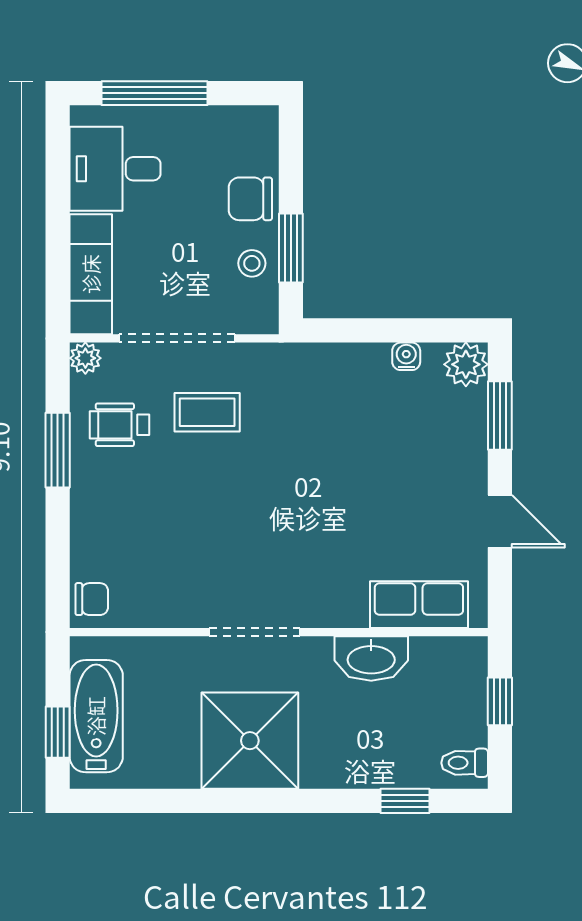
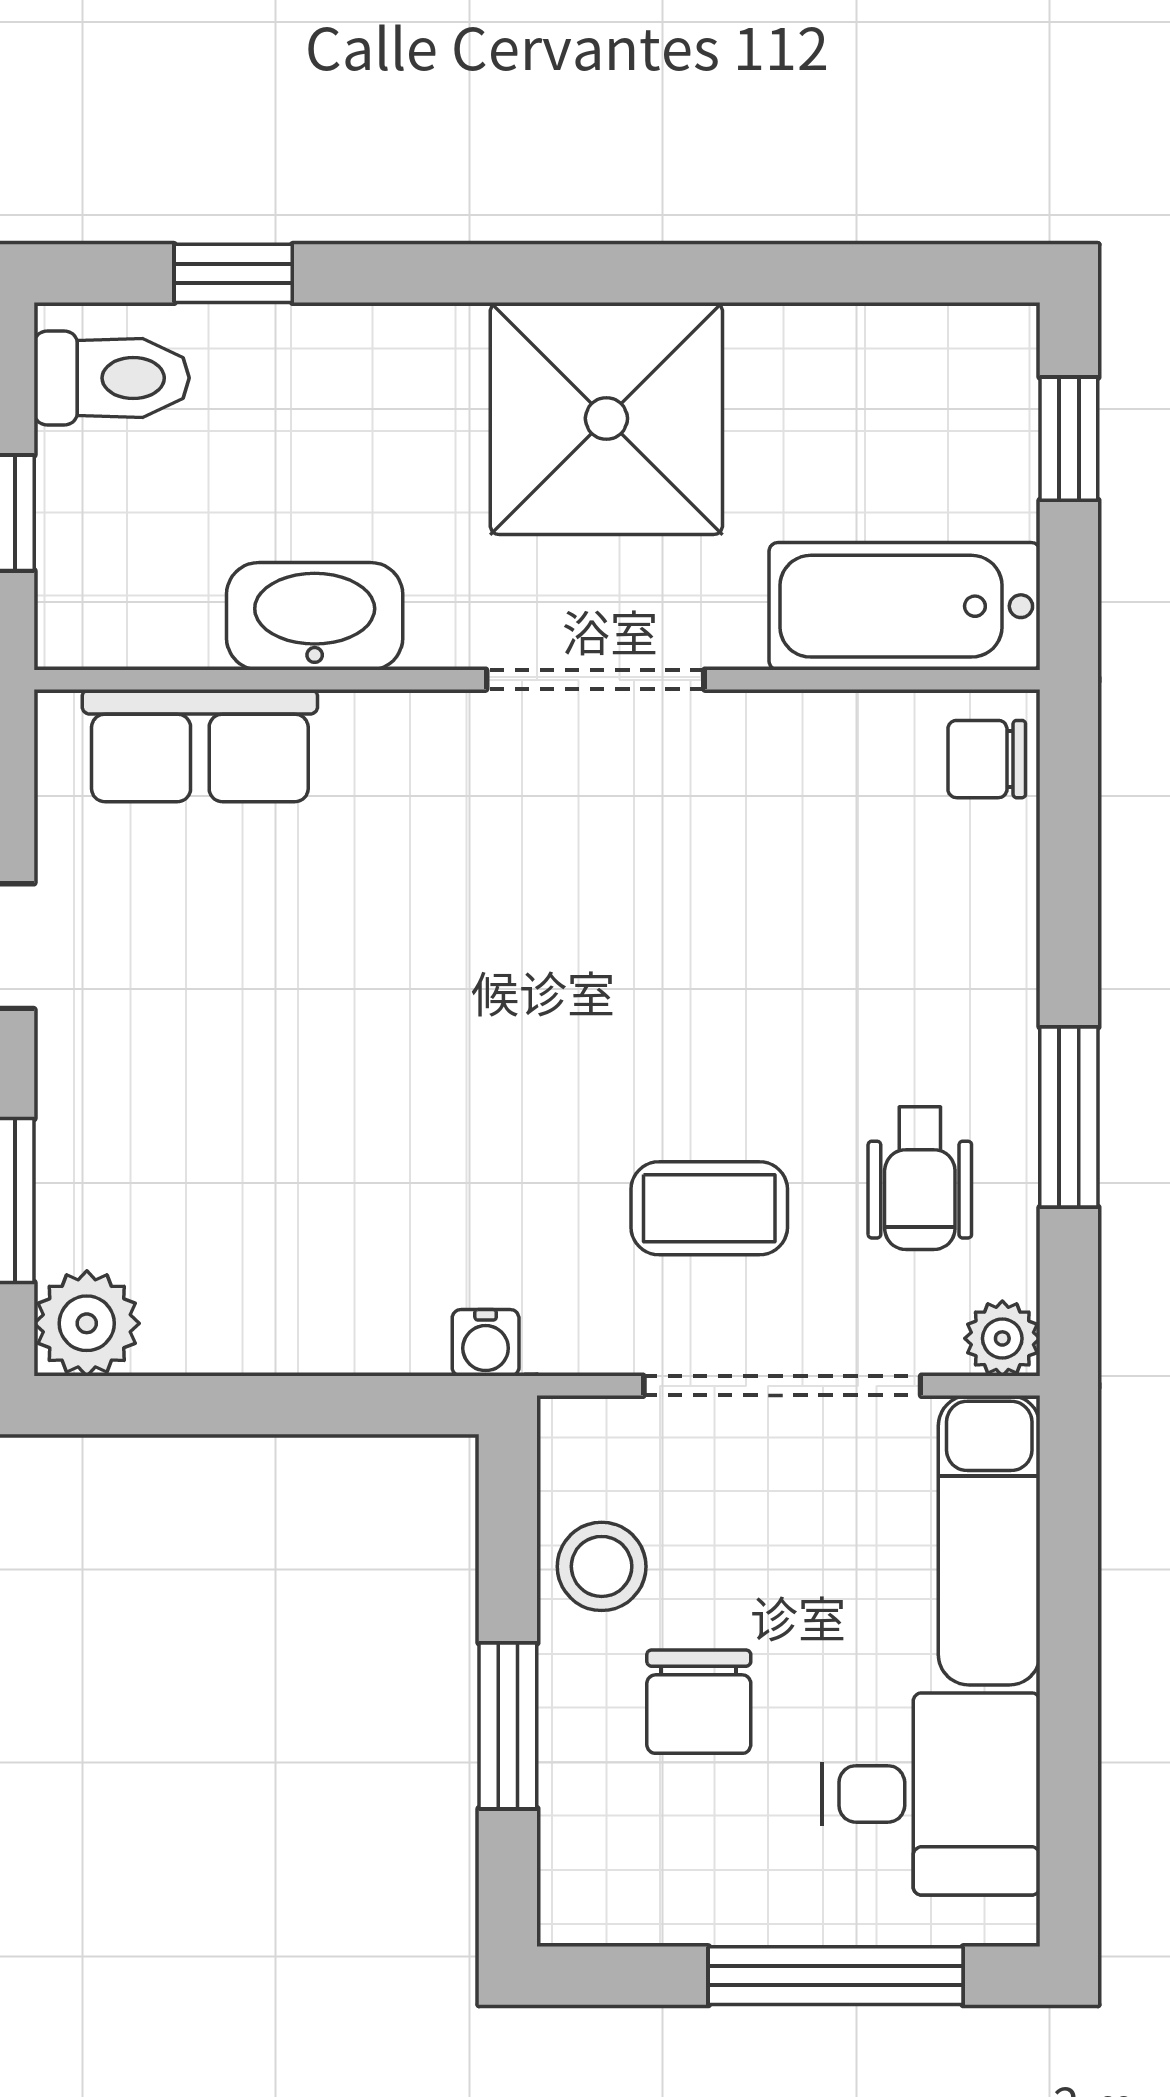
chair: (250, 199) -> (699, 1702), moved, turned 90
window: (291, 248) -> (508, 1726), moved
stool: (252, 263) -> (602, 1566), width x1.37, depth x1.37
water cooler: (406, 356) -> (486, 1343), moved
wheelchair: (120, 425) -> (920, 1178), turned 90
bathtub: (96, 716) -> (905, 606), moved, turned 90
toilet: (465, 763) -> (112, 378), width x1.37, depth x1.39

